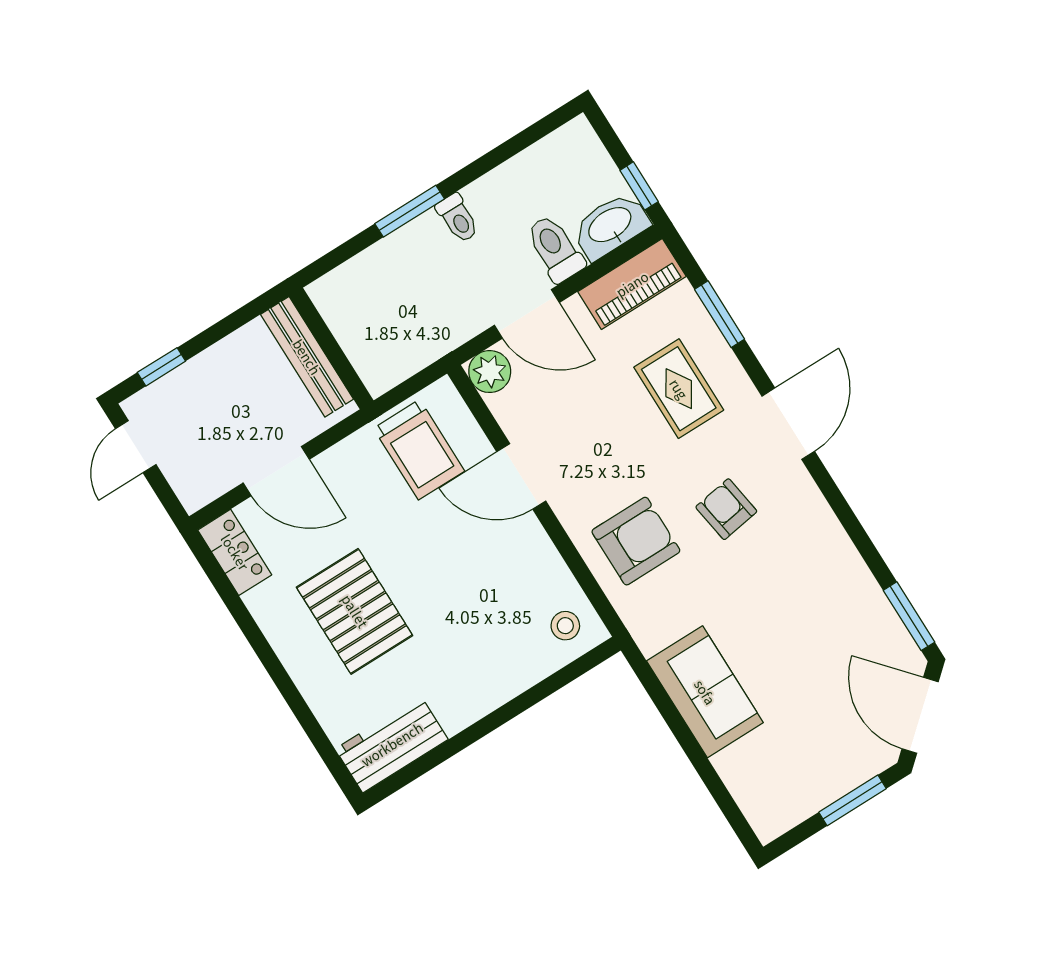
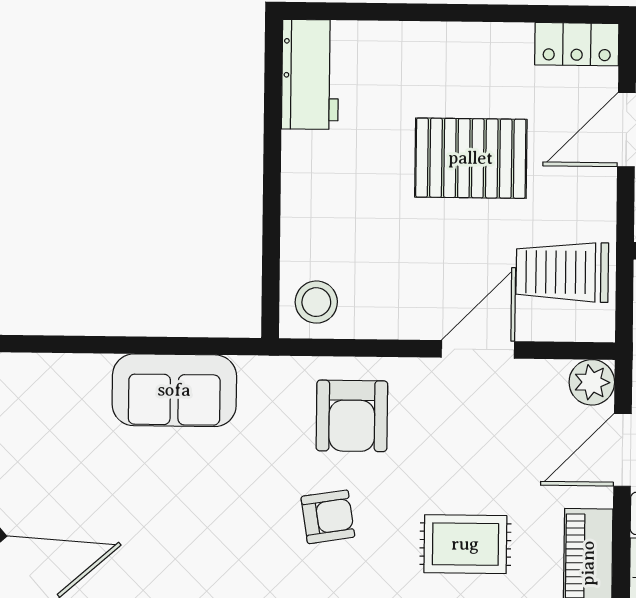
pallet: (355, 611) -> (471, 158), moved
stool: (565, 626) -> (316, 302), width x1.37, depth x1.37

